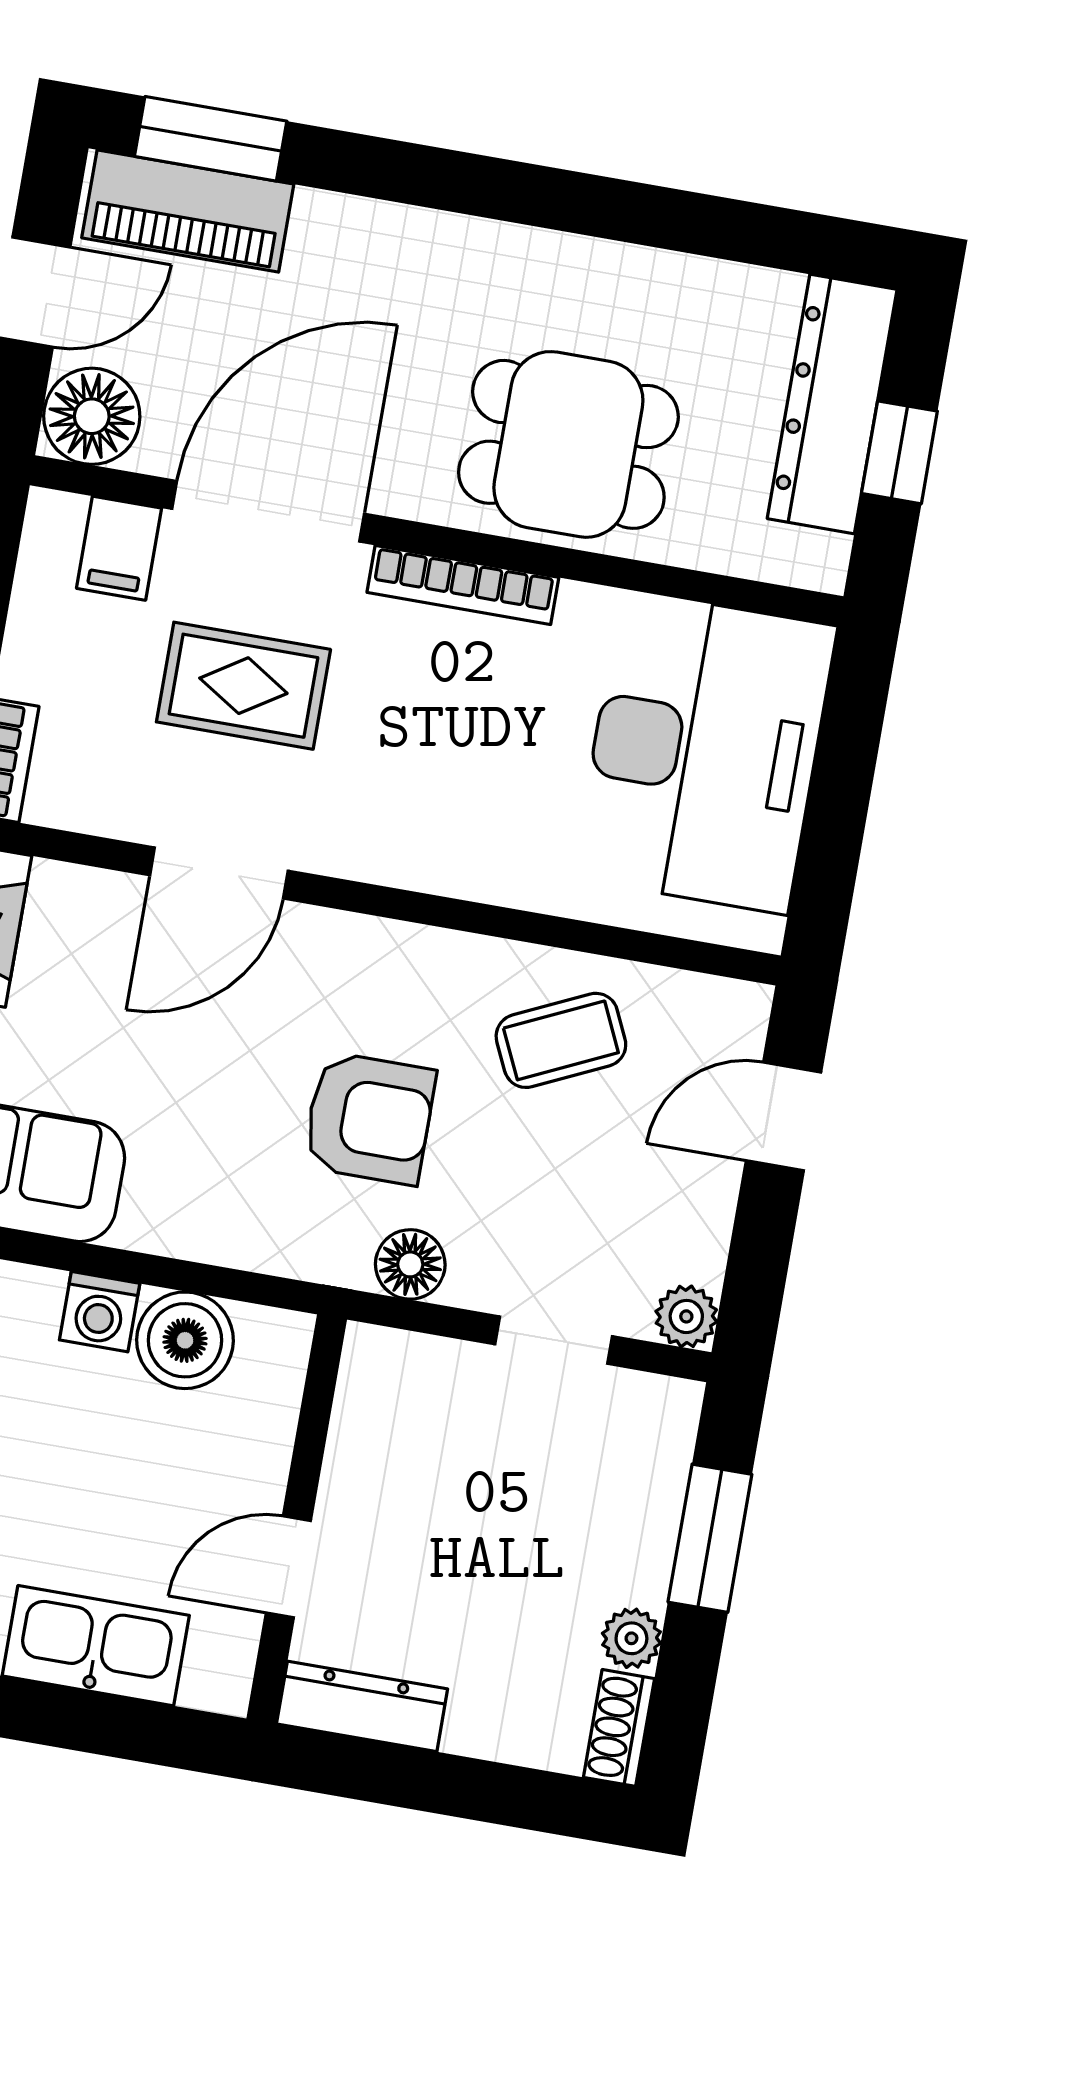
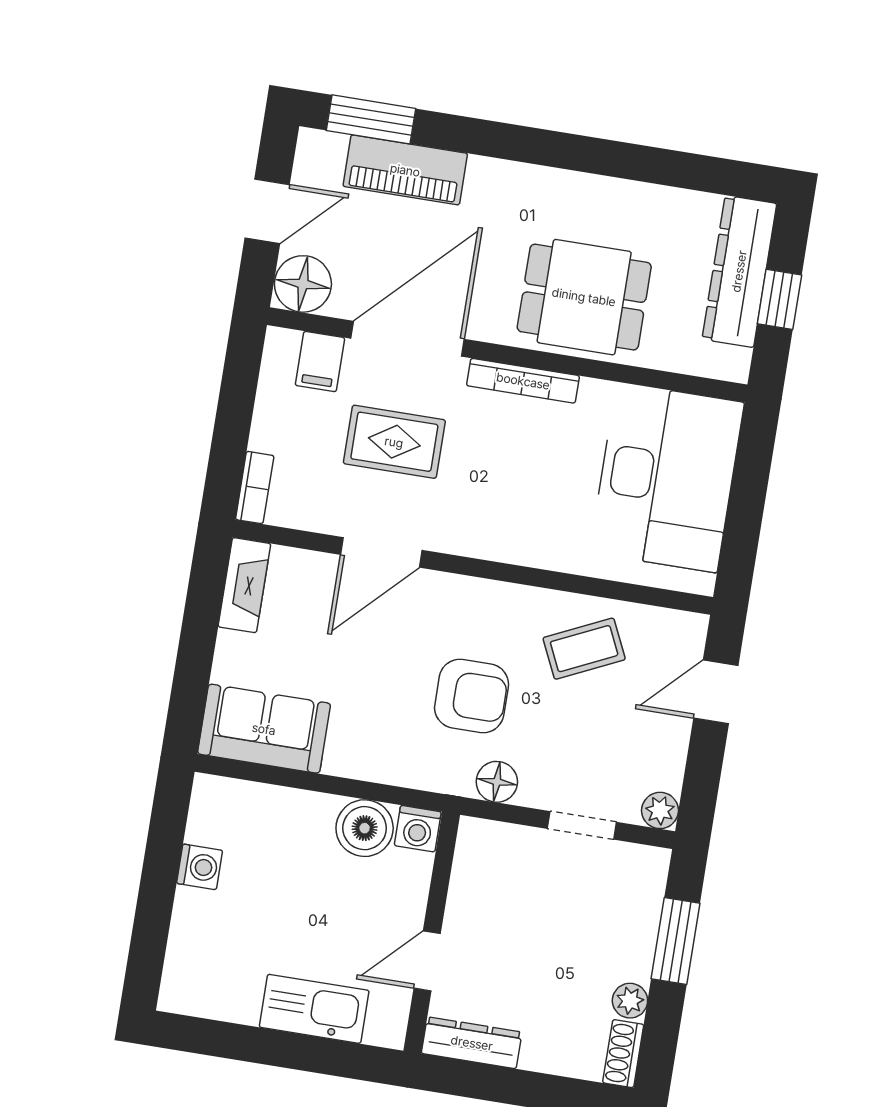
piano: (188, 211) -> (405, 170), moved
washing machine: (100, 1312) -> (418, 829), moved

